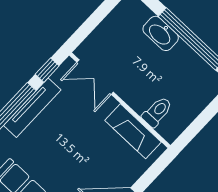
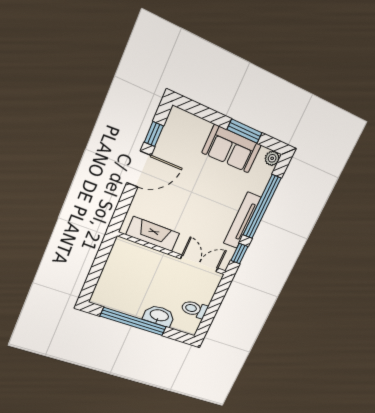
toilet: (157, 112) -> (194, 309), moved, turned 90

